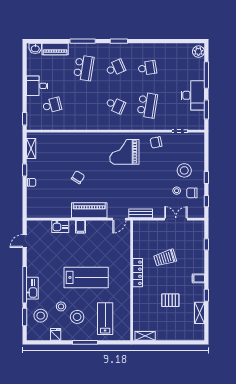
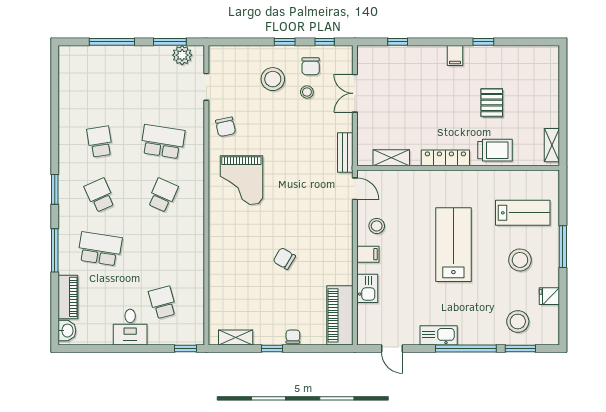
plant: (198, 52) -> (182, 55), moved
desk: (193, 95) -> (146, 65), removed
piano: (89, 210) -> (340, 315), moved
trolley: (165, 258) -> (495, 150), moved, turned -73
kitchen sink: (32, 288) -> (439, 335), moved
stool: (61, 306) -> (377, 226), moved
shelving: (199, 313) -> (391, 158), moved
lab bench: (105, 319) -> (523, 213), turned 180

